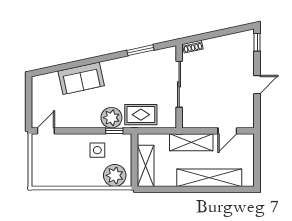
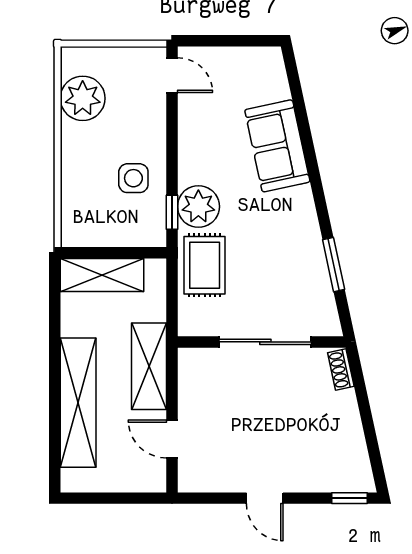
plant: (115, 175) -> (83, 98), moved

